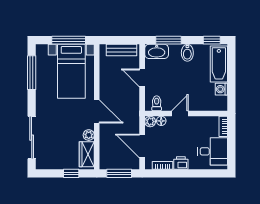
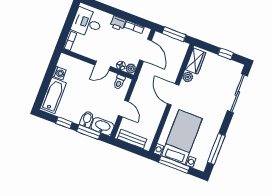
window: (212, 40) -> (64, 123), moved
bidet: (187, 53) -> (87, 119), moved
window: (71, 173) -> (226, 54), moved

